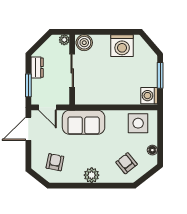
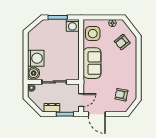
washing machine: (122, 46) -> (36, 58), moved
sofa: (84, 122) -> (92, 63), moved
plant: (92, 175) -> (131, 68), removed

